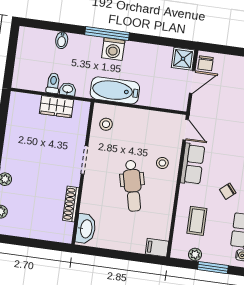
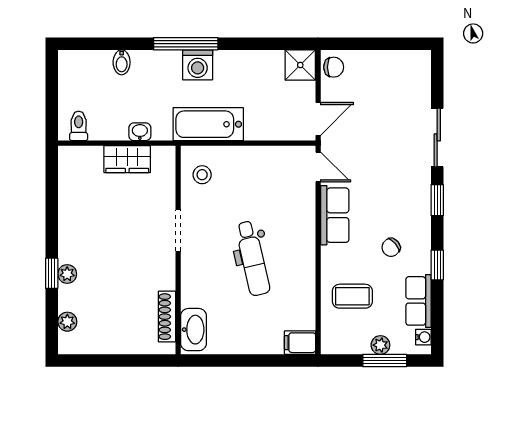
chair: (206, 63) -> (334, 67), turned -90
door: (192, 82) -> (318, 119), moved
toilet: (53, 83) -> (79, 126), moved
stool: (162, 163) -> (291, 220), removed
shoe rack: (71, 204) -> (167, 317), moved
coffee table: (197, 221) -> (352, 296), turned 90
plant: (195, 254) -> (380, 345), moved

